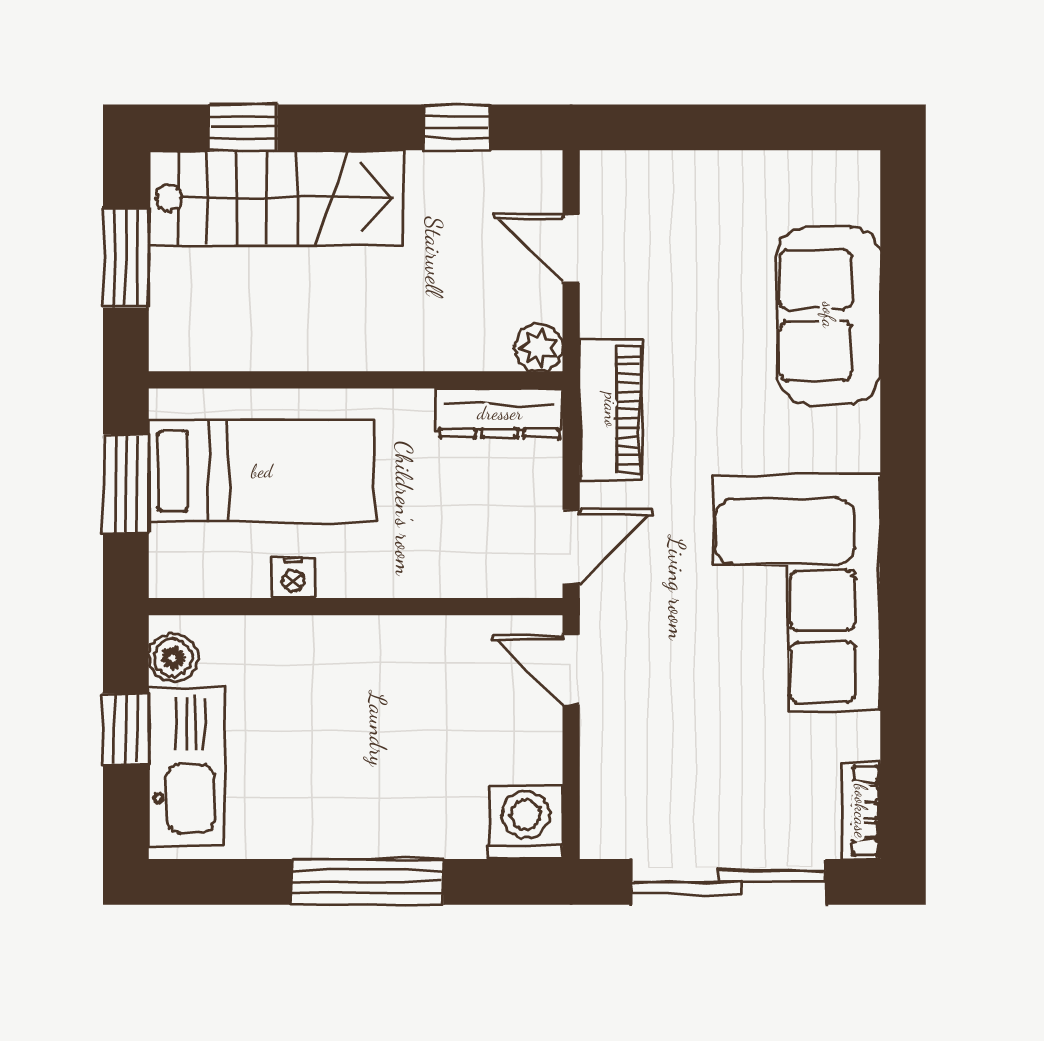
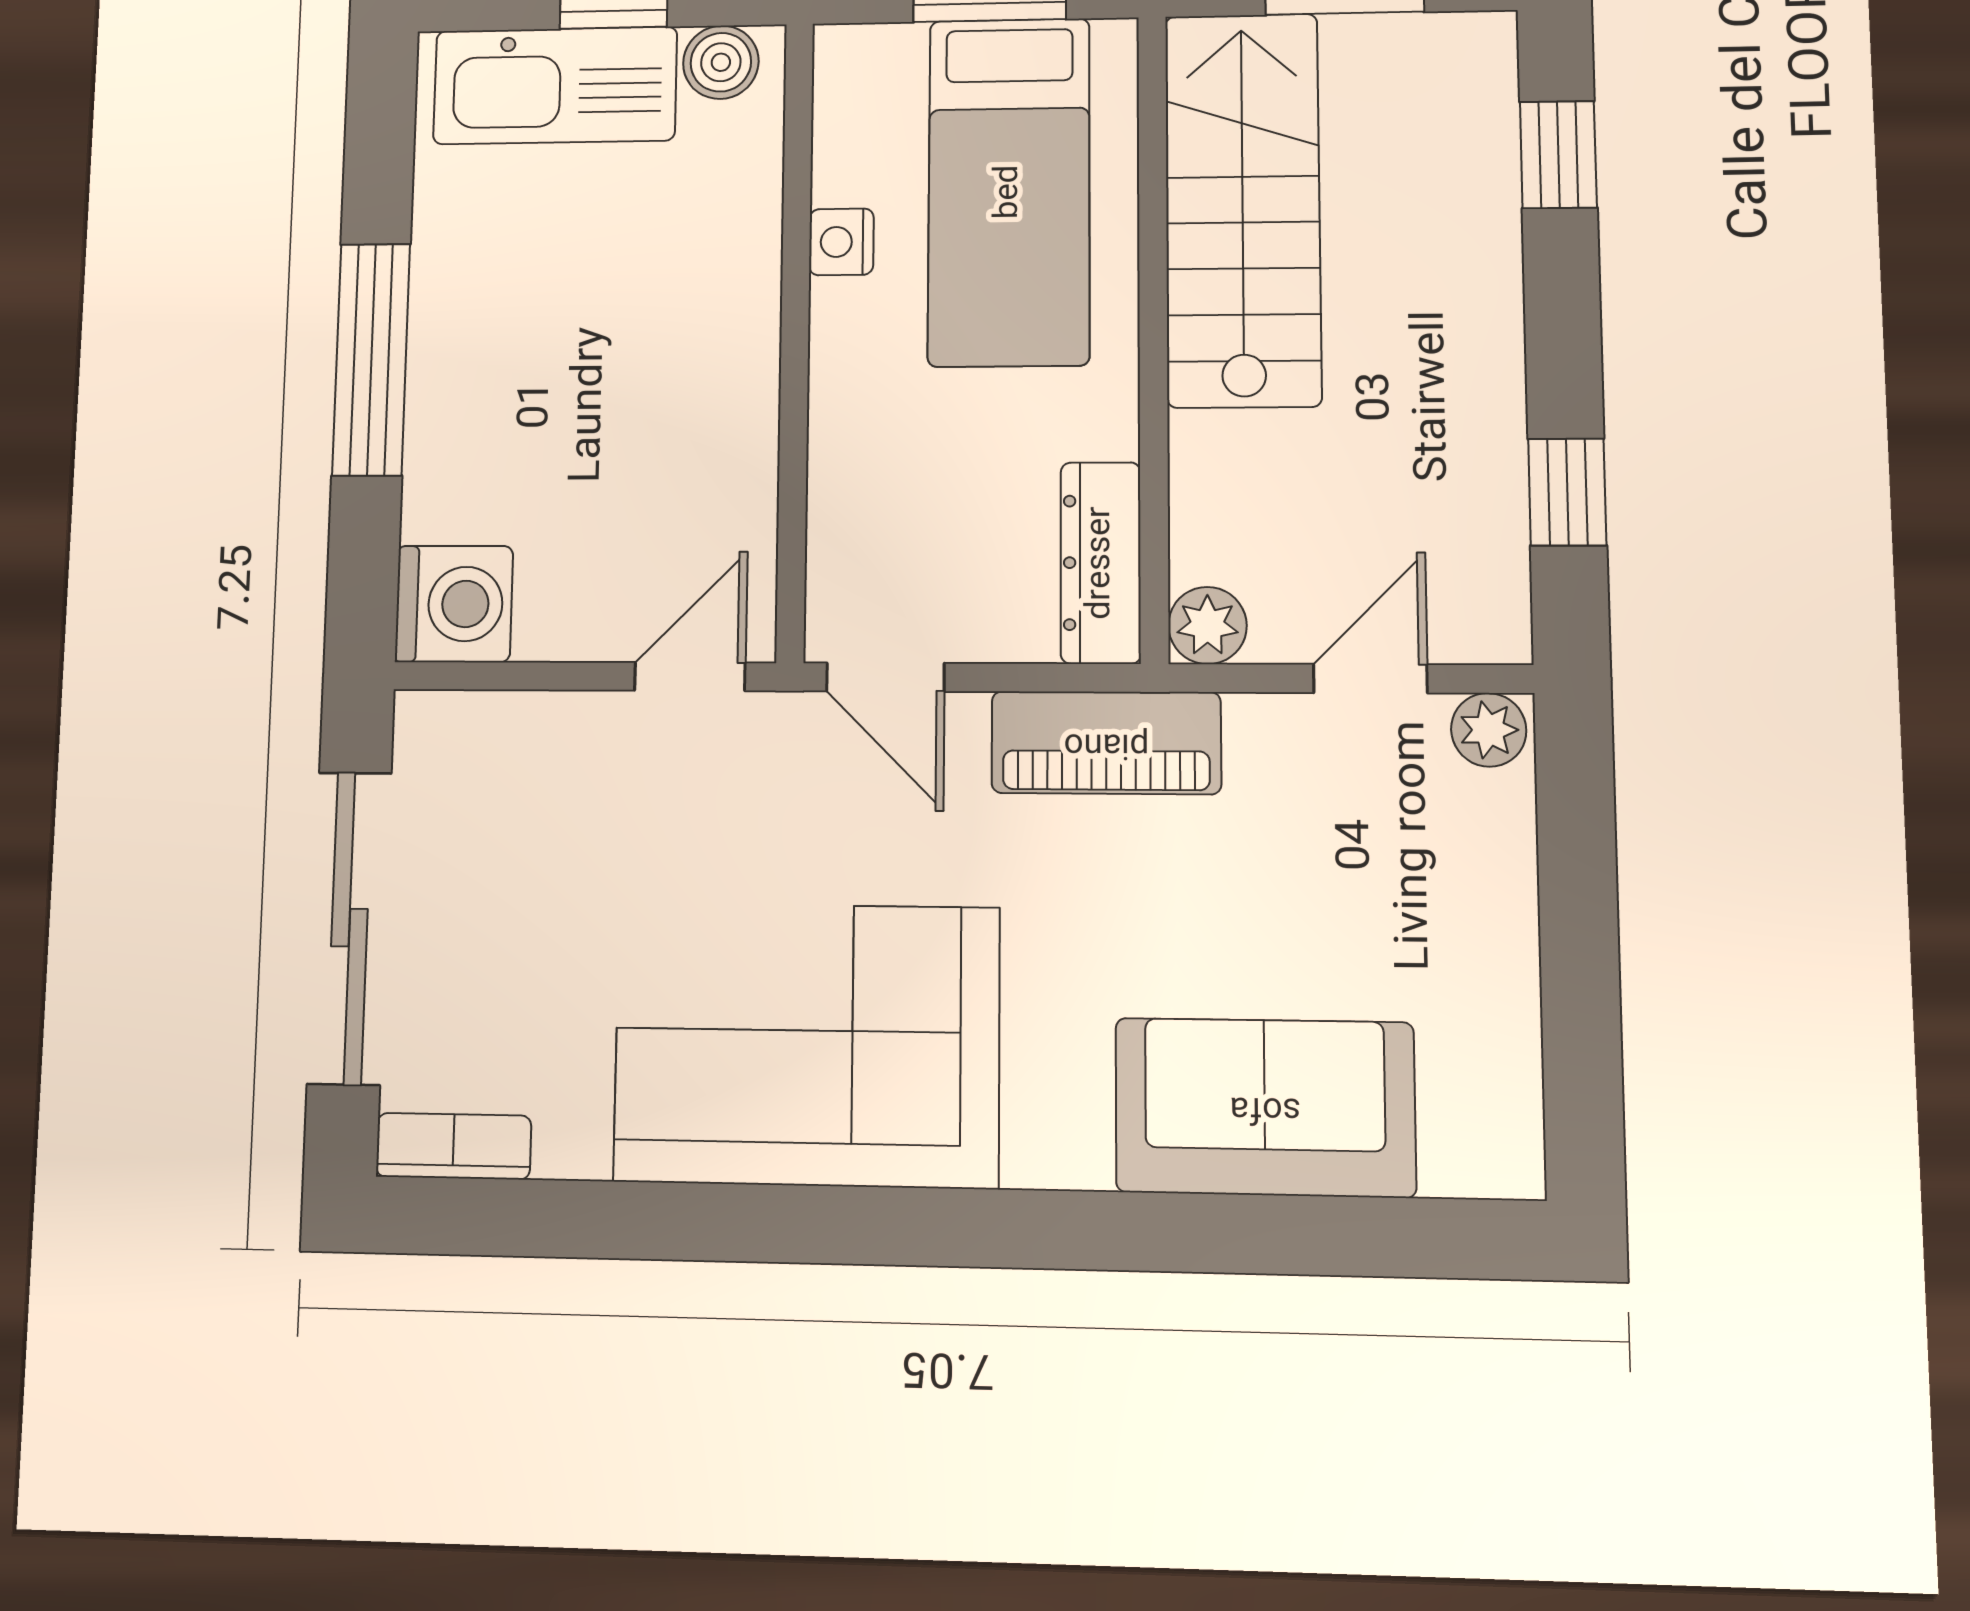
plant: (602, 178) -> (1489, 730), added
stairs: (275, 198) -> (1243, 209), moved, turned 180

